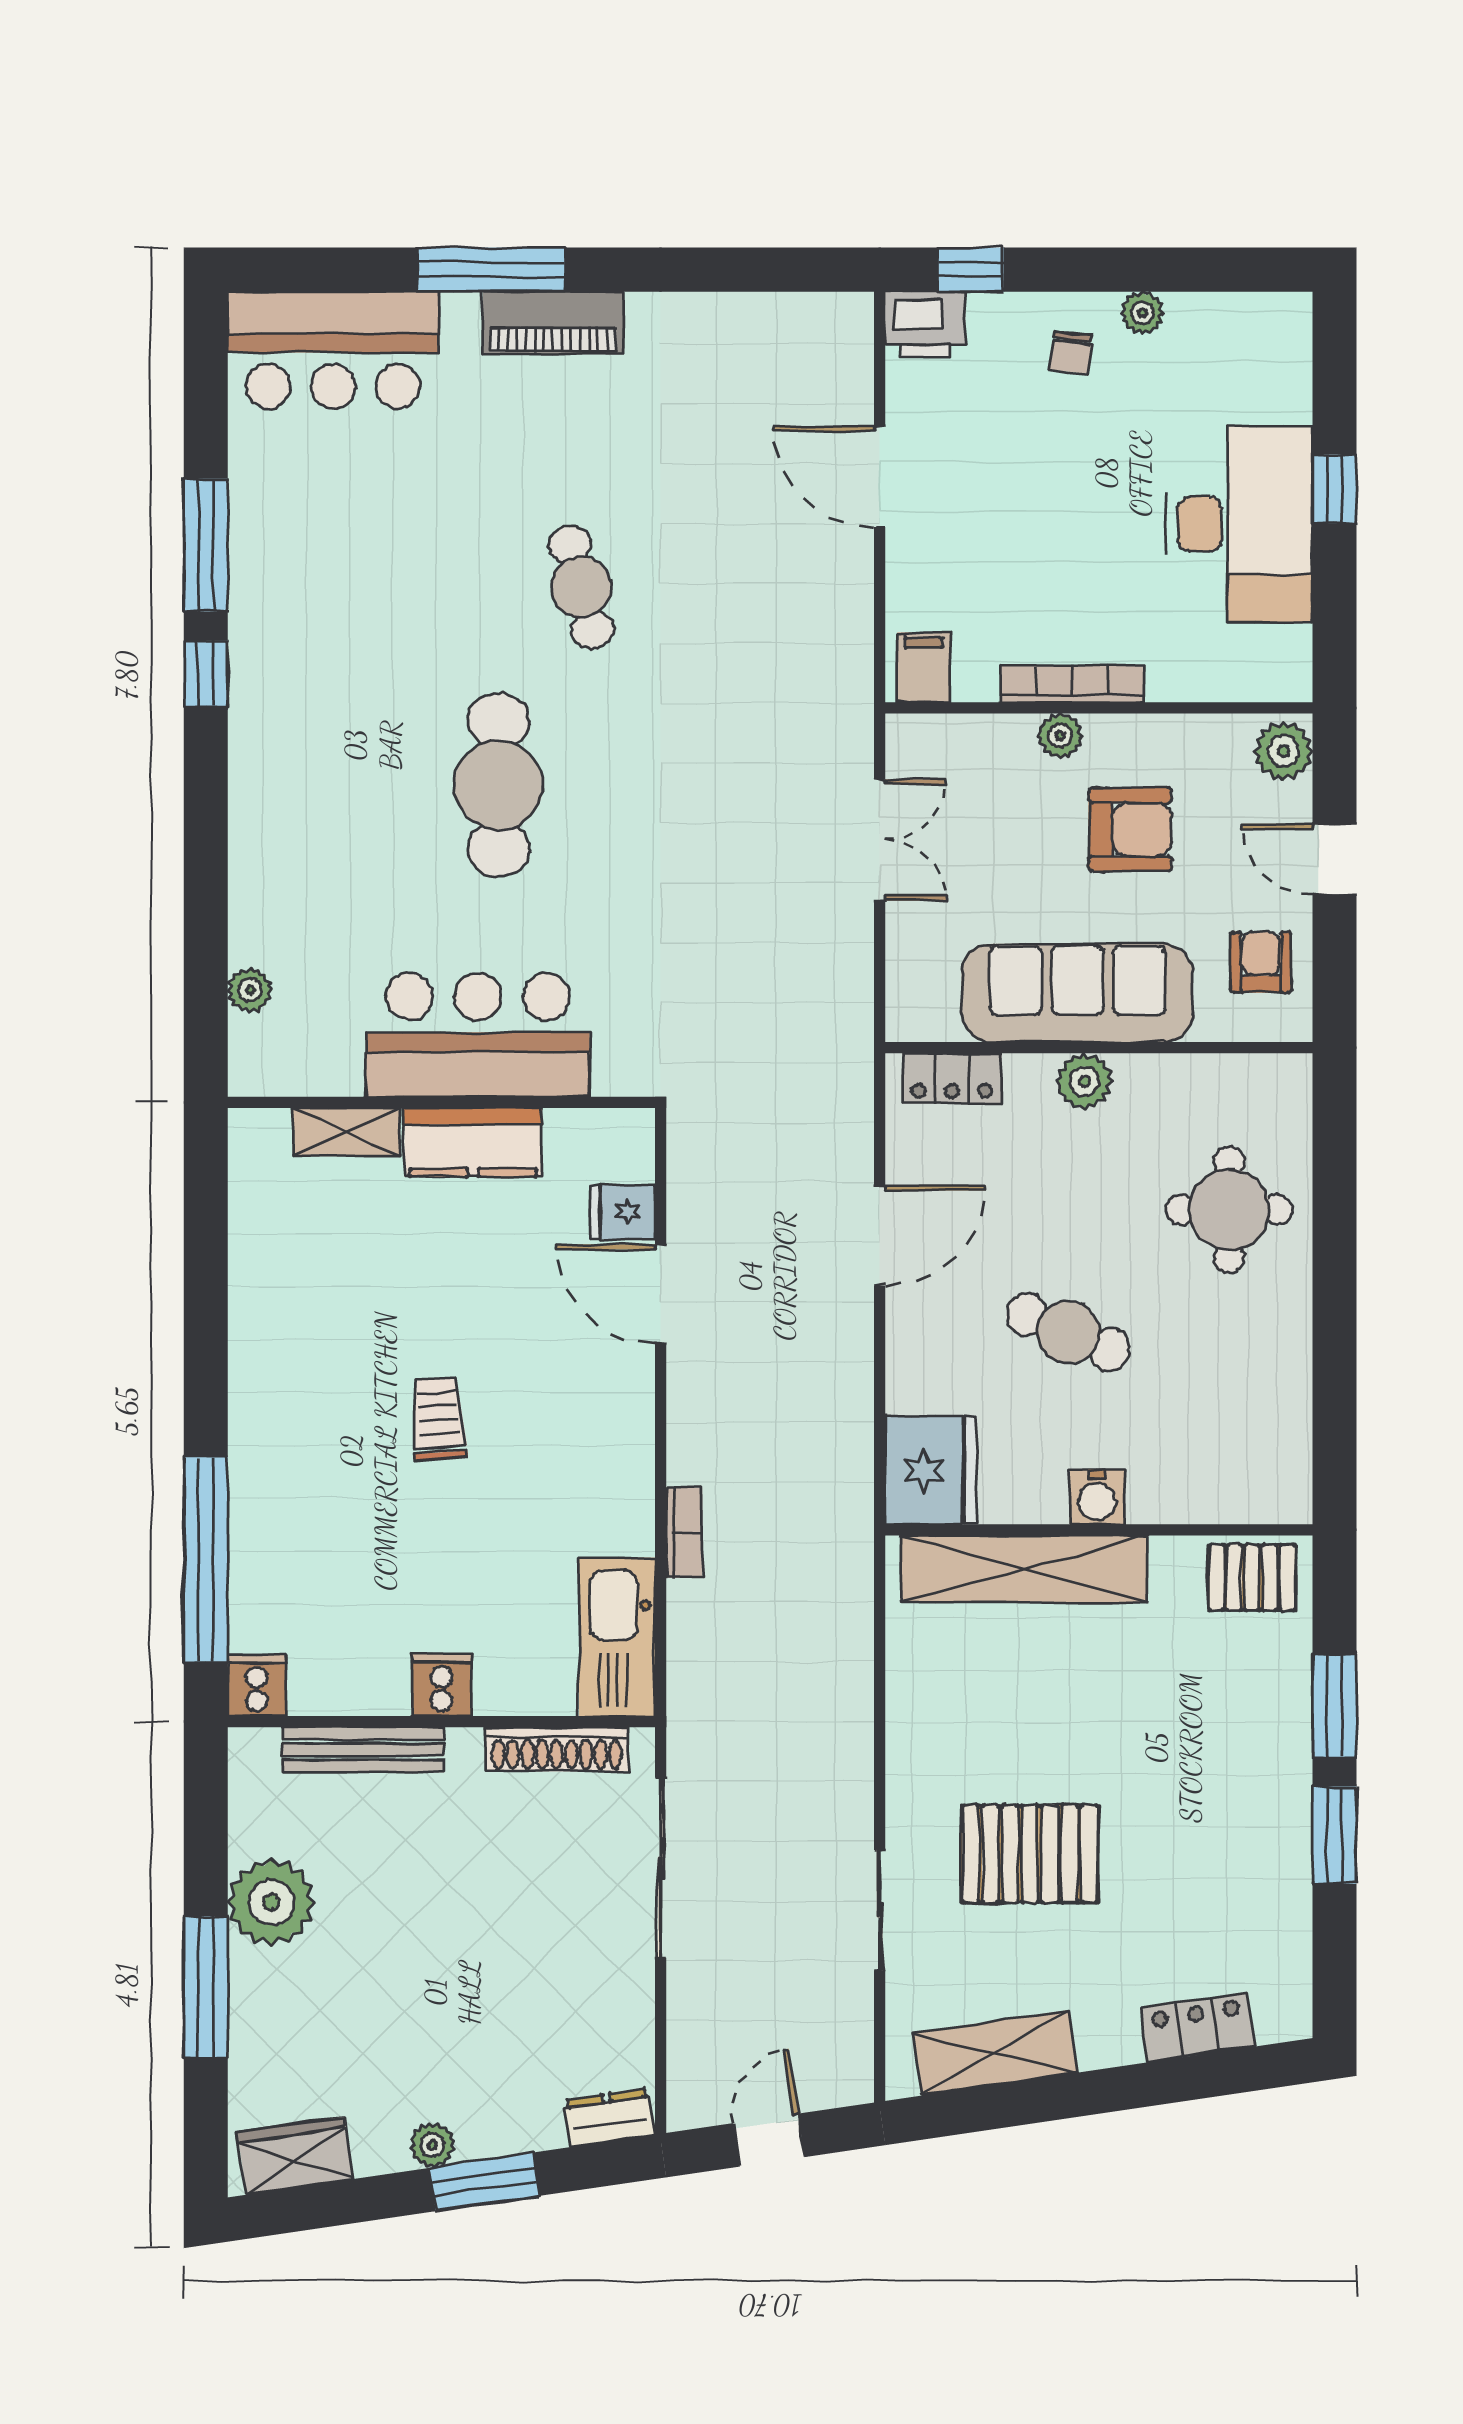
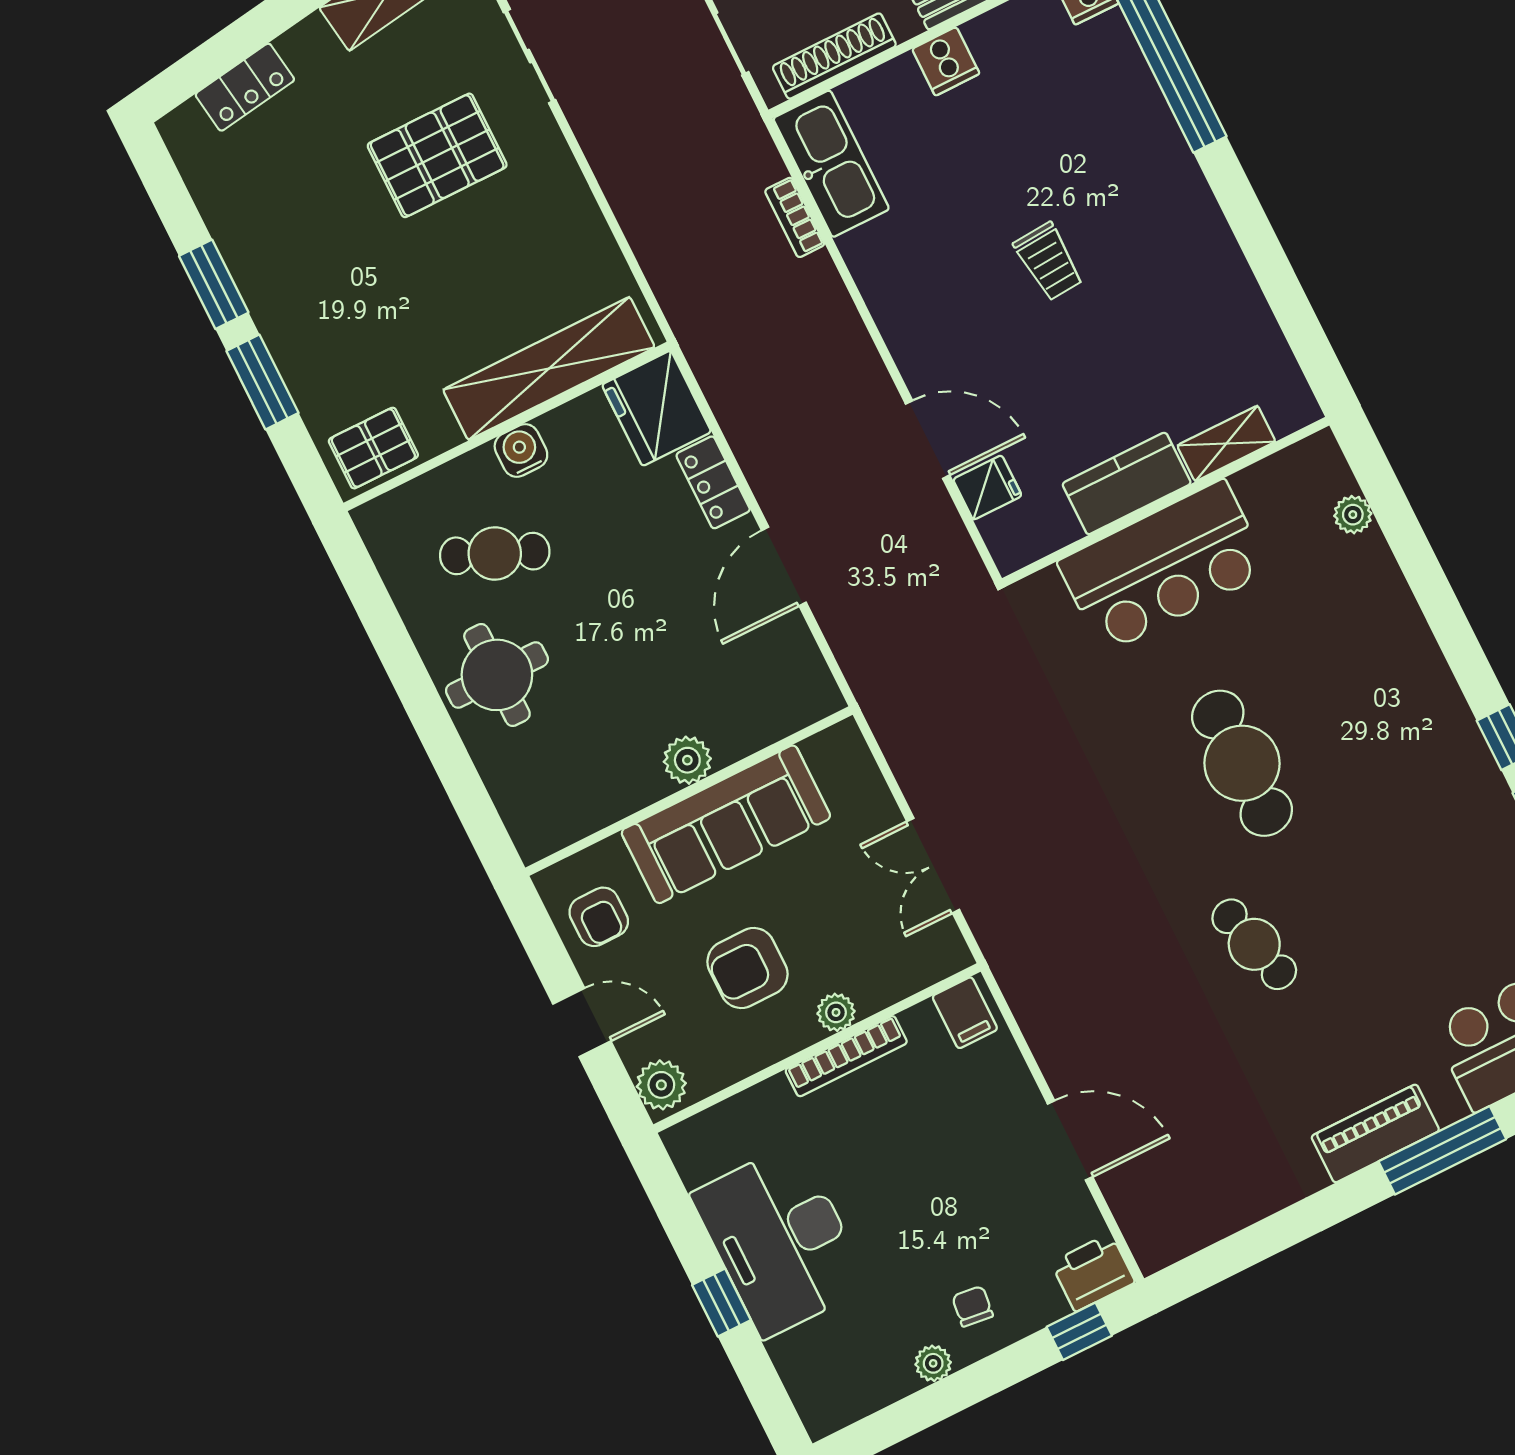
locker: (952, 1078) -> (713, 482), moved, turned -90
round table: (1229, 1210) -> (497, 675), moved
cafe table: (1068, 1332) -> (495, 553), moved
bookcase: (684, 1533) -> (795, 217), moved

